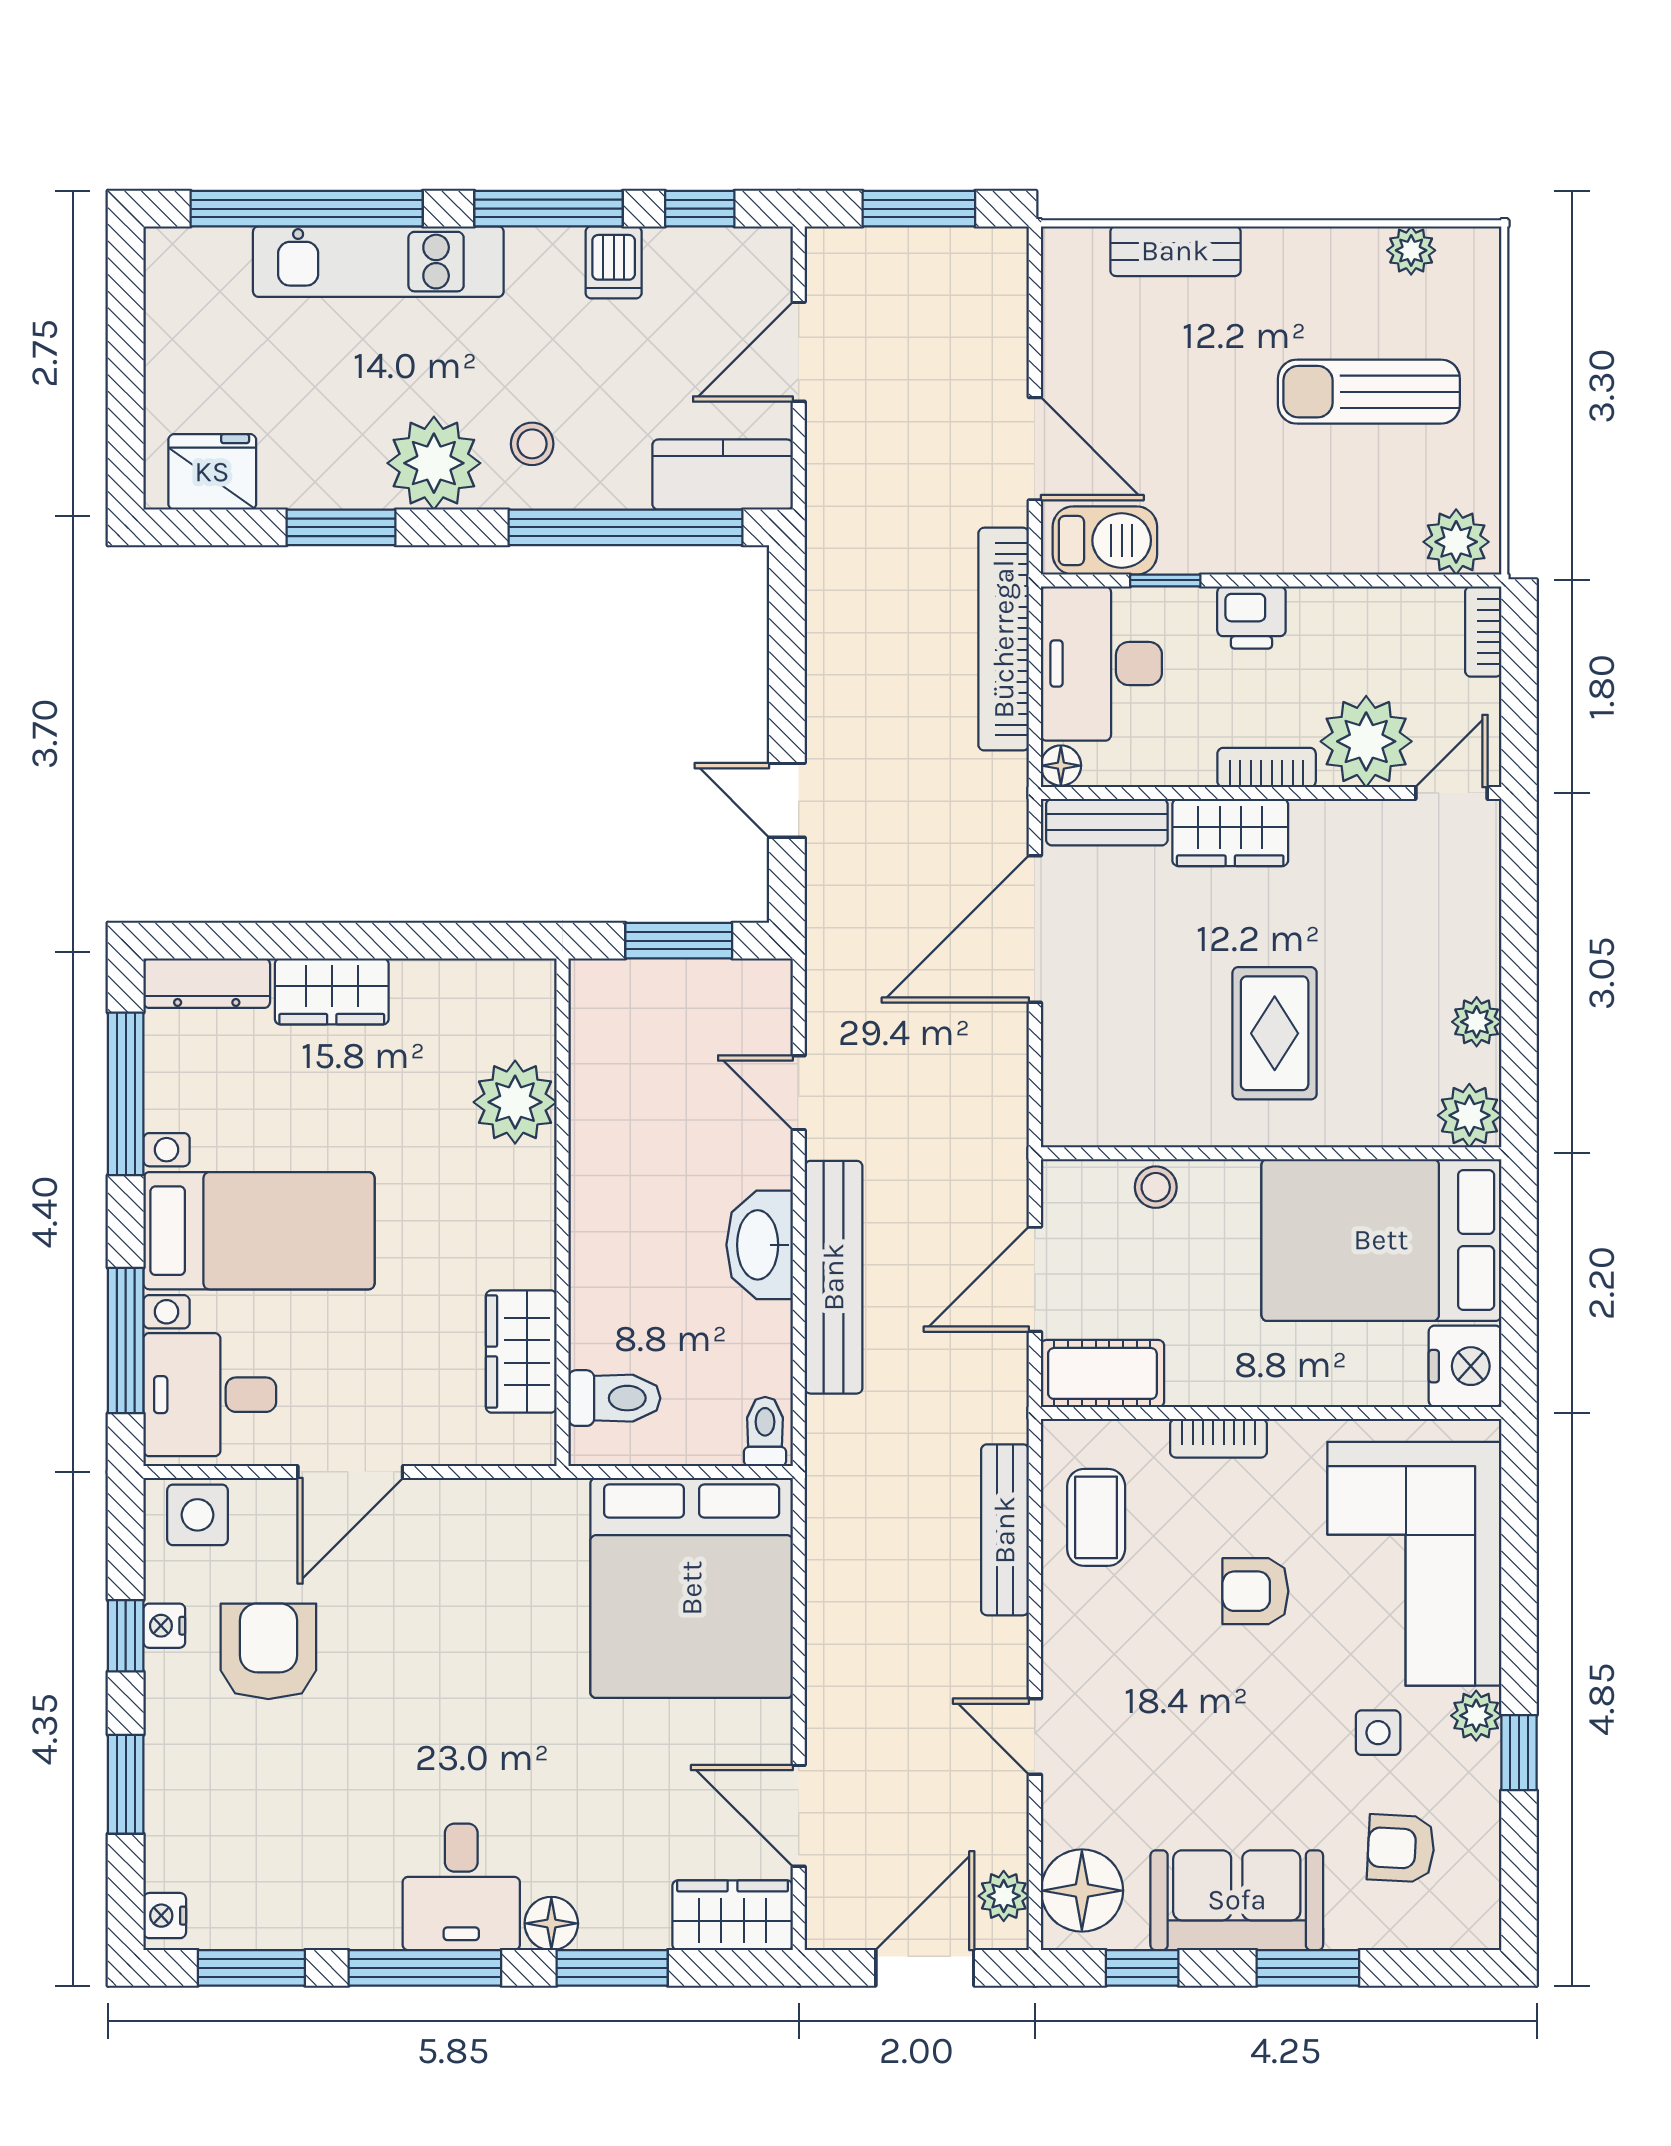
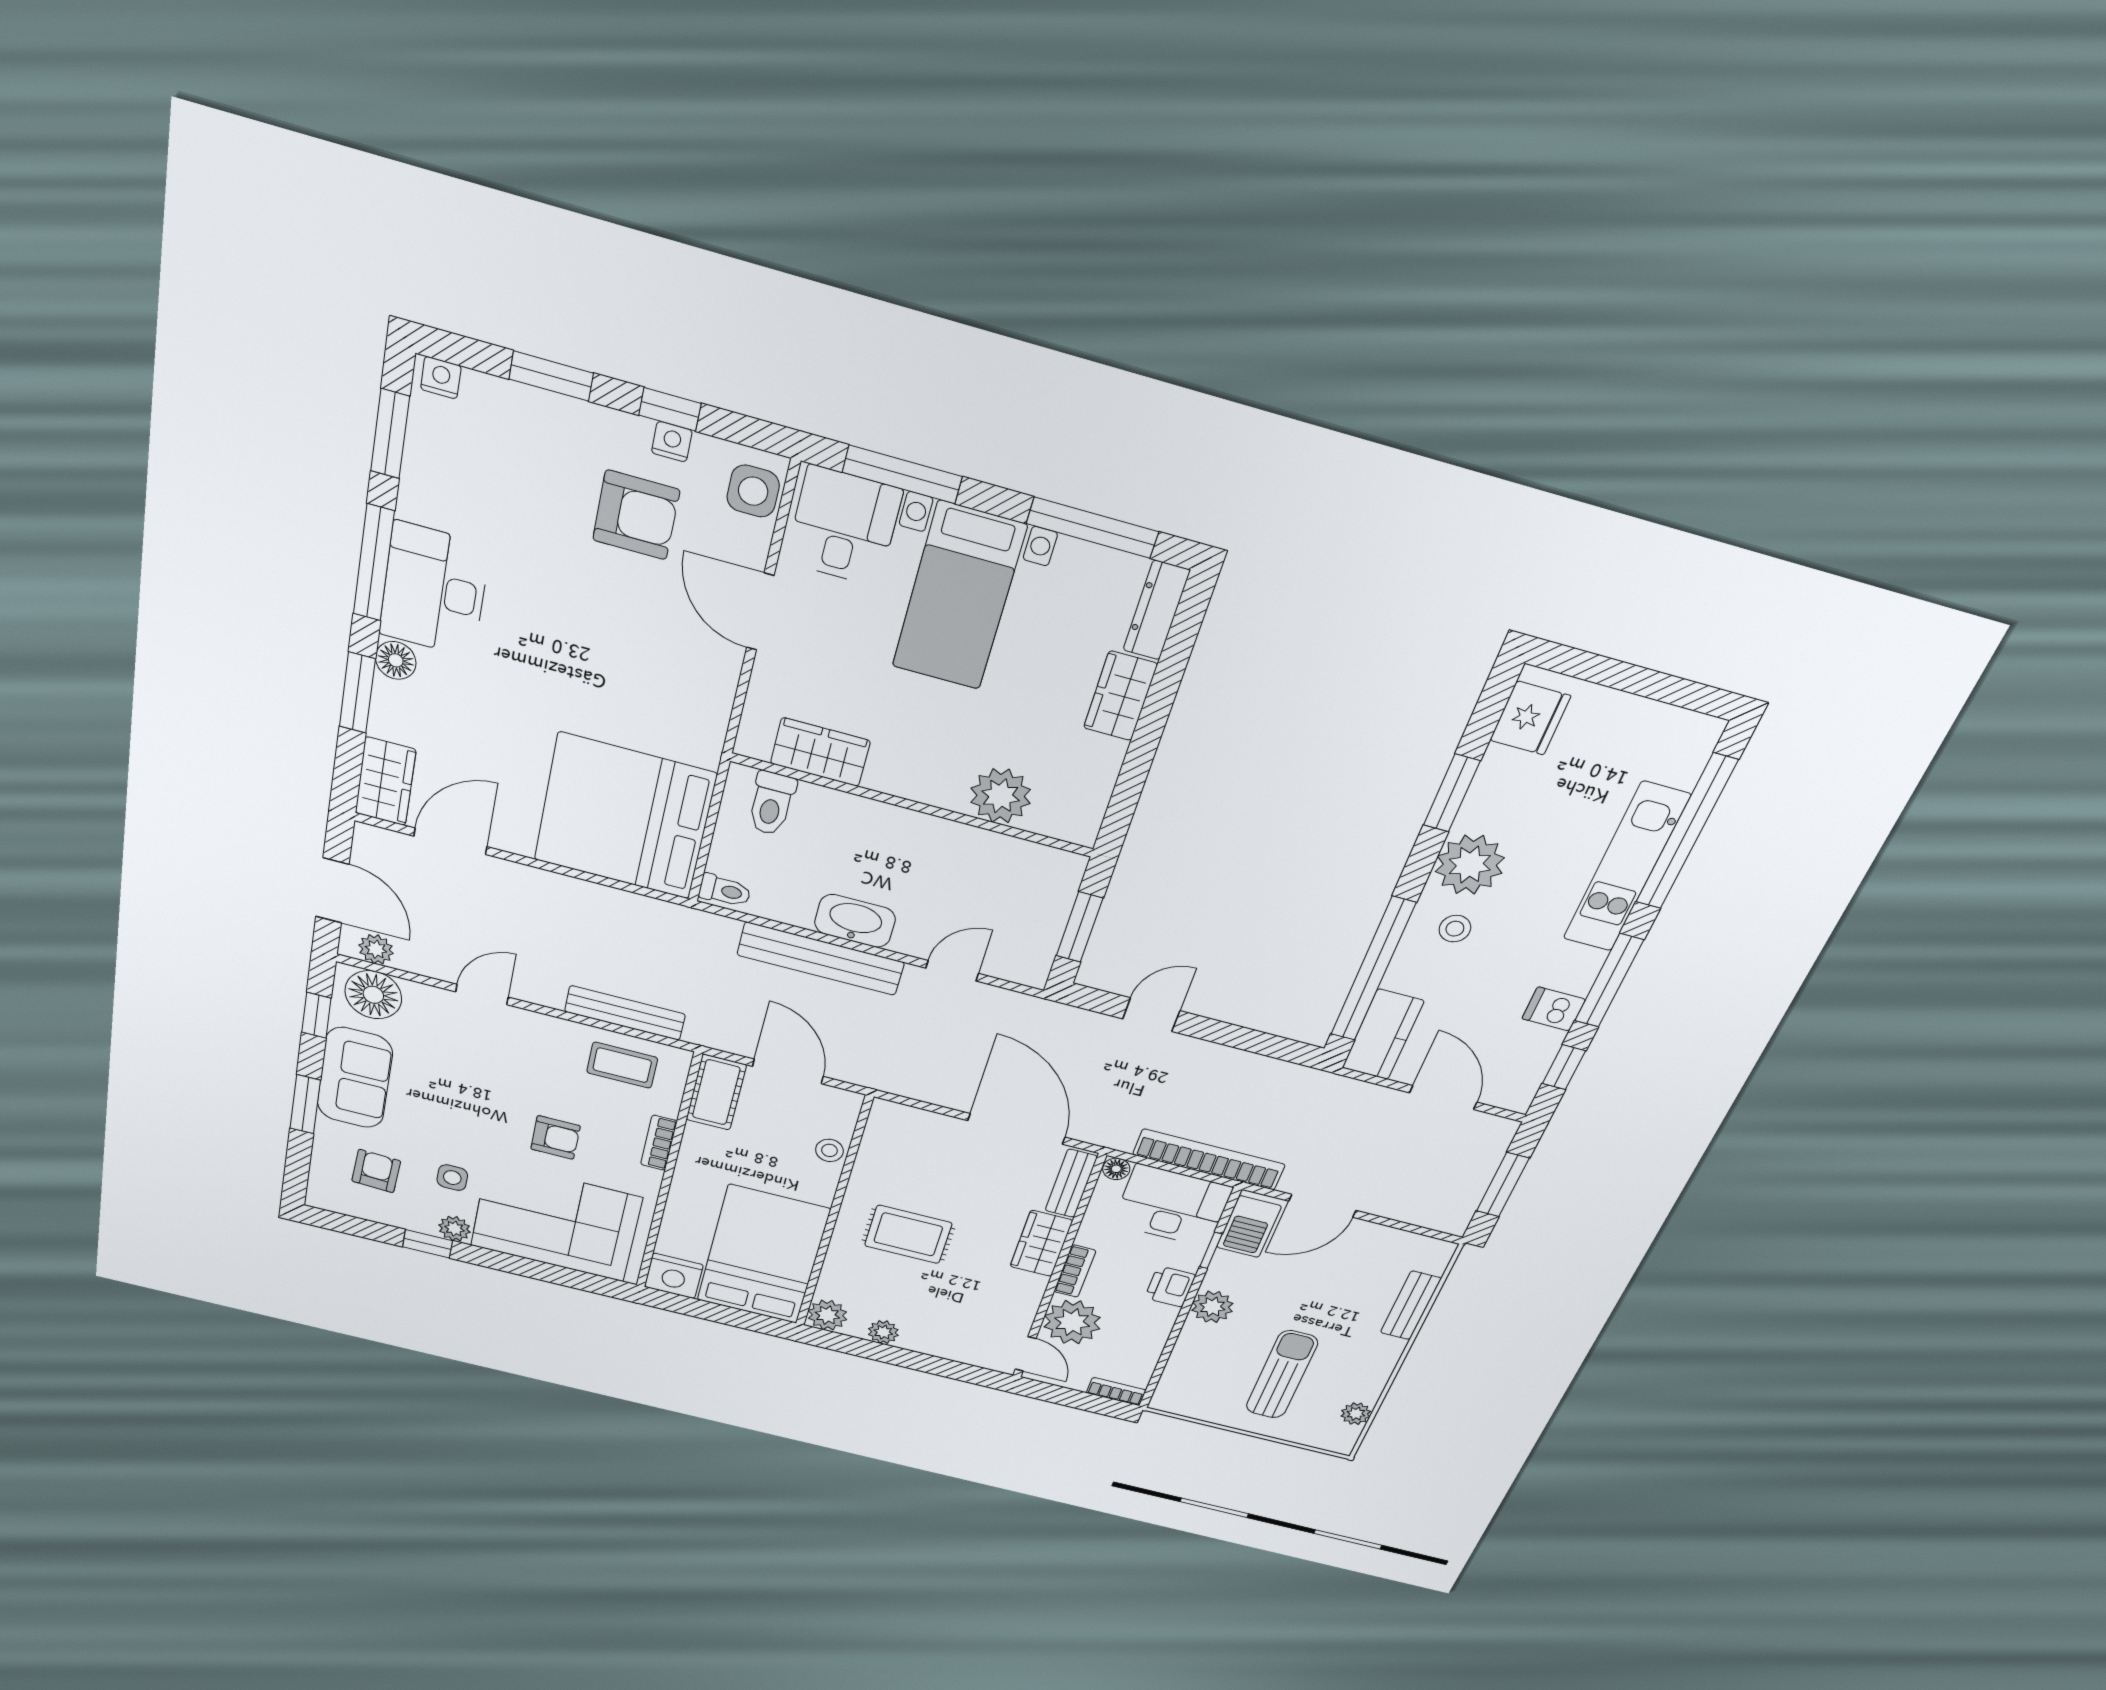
plant: (1456, 542) -> (1212, 1307), moved
armchair: (1255, 1591) -> (556, 1137), turned 90
desk: (461, 1887) -> (434, 590), width x1.37

